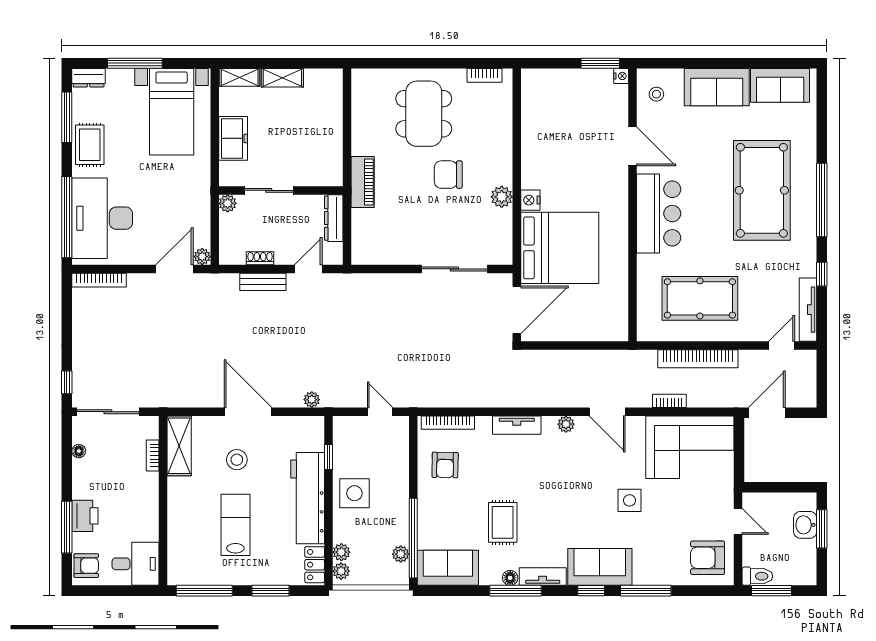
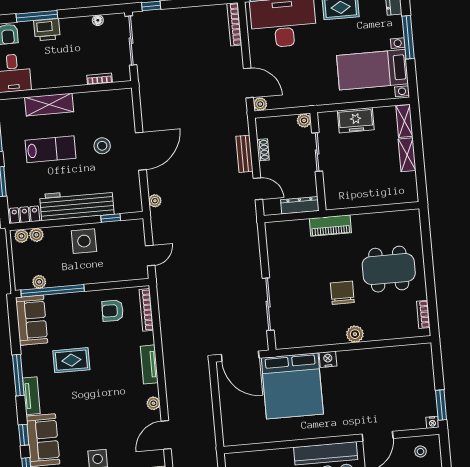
plant: (502, 197) -> (355, 334), moved
shelving: (179, 446) -> (49, 105), moved
floor lamp: (510, 578) -> (28, 370), removed

